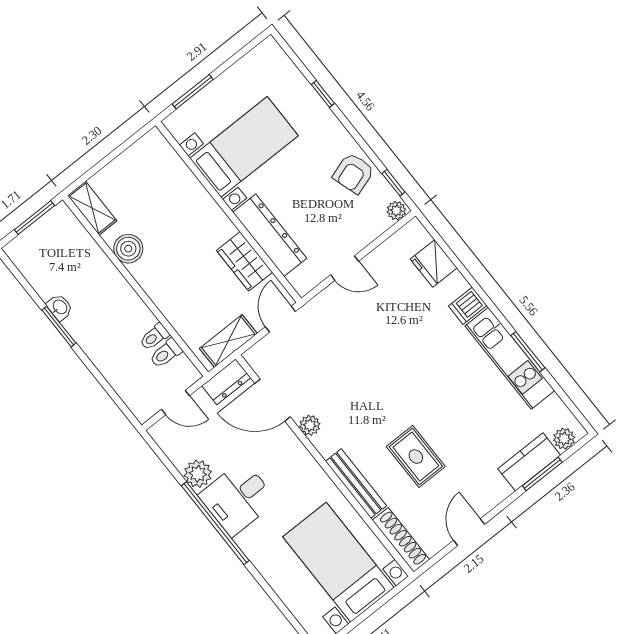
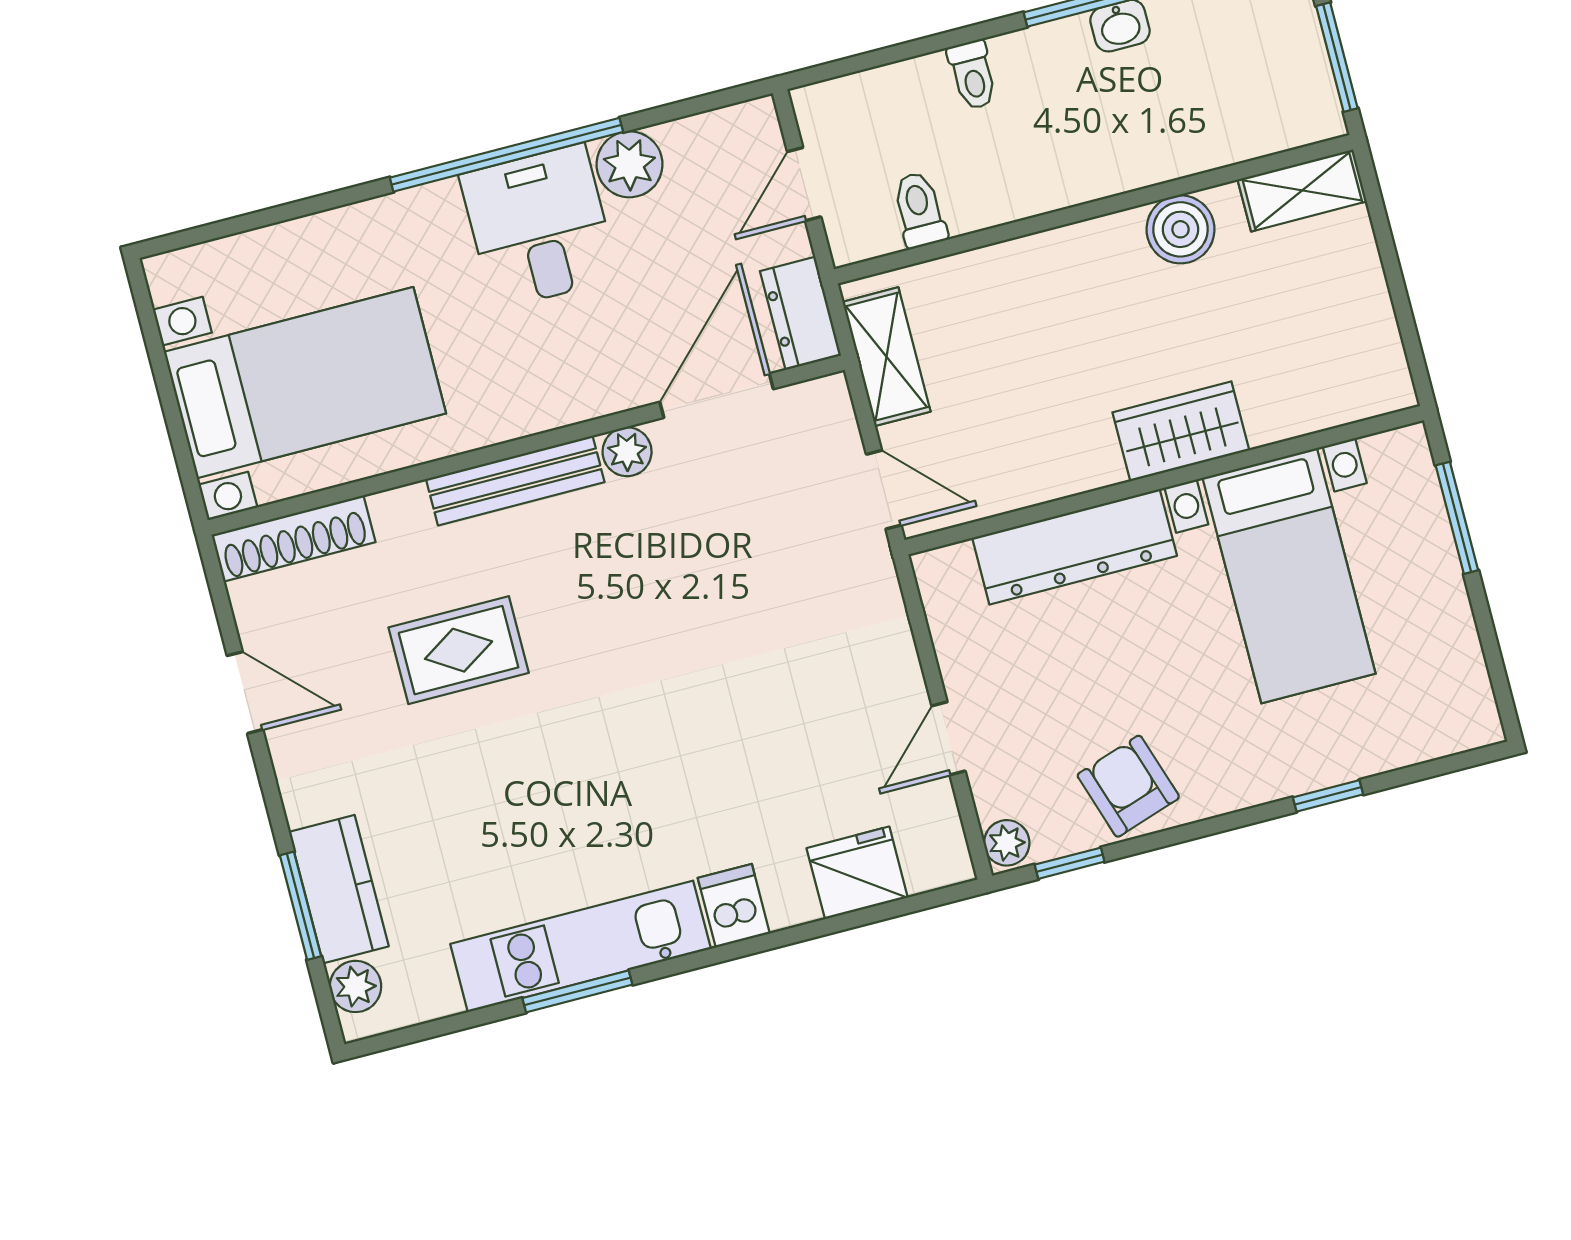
wardrobe: (245, 261) -> (1181, 431), moved
door: (345, 268) -> (948, 738), moved
toilet: (154, 337) -> (973, 75), moved, turned 180
bench: (356, 484) -> (515, 480), moved

